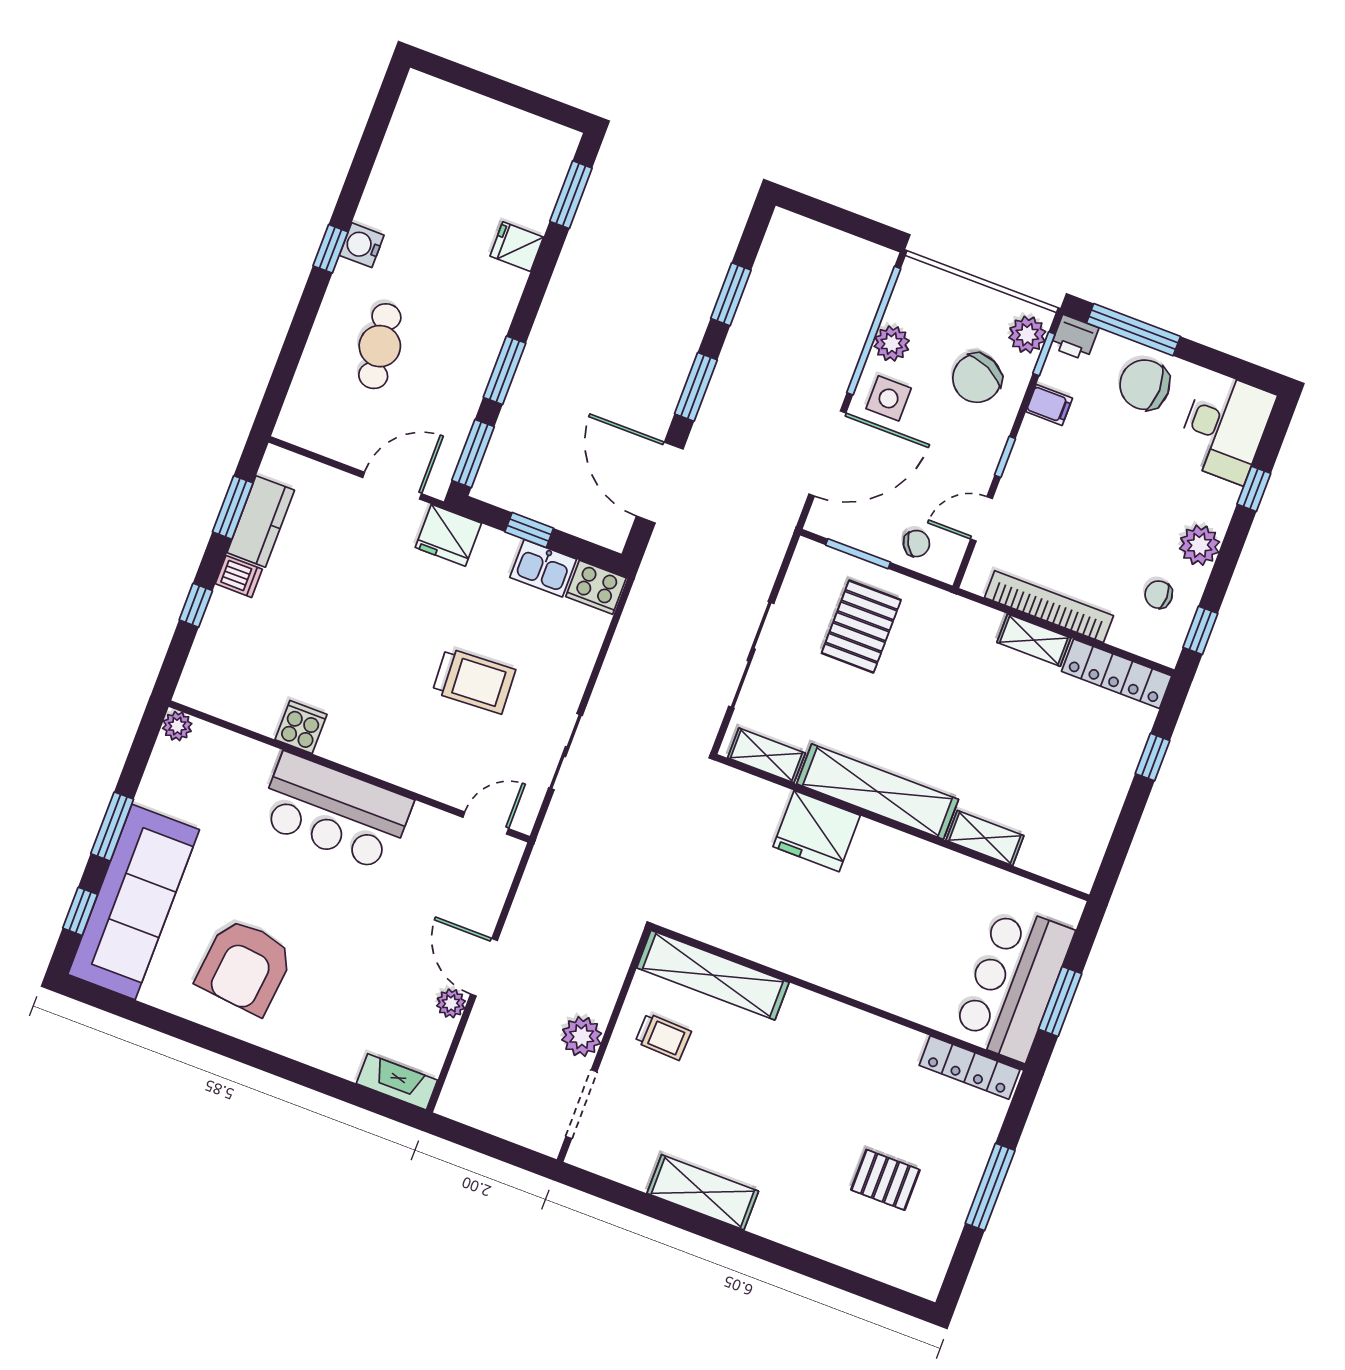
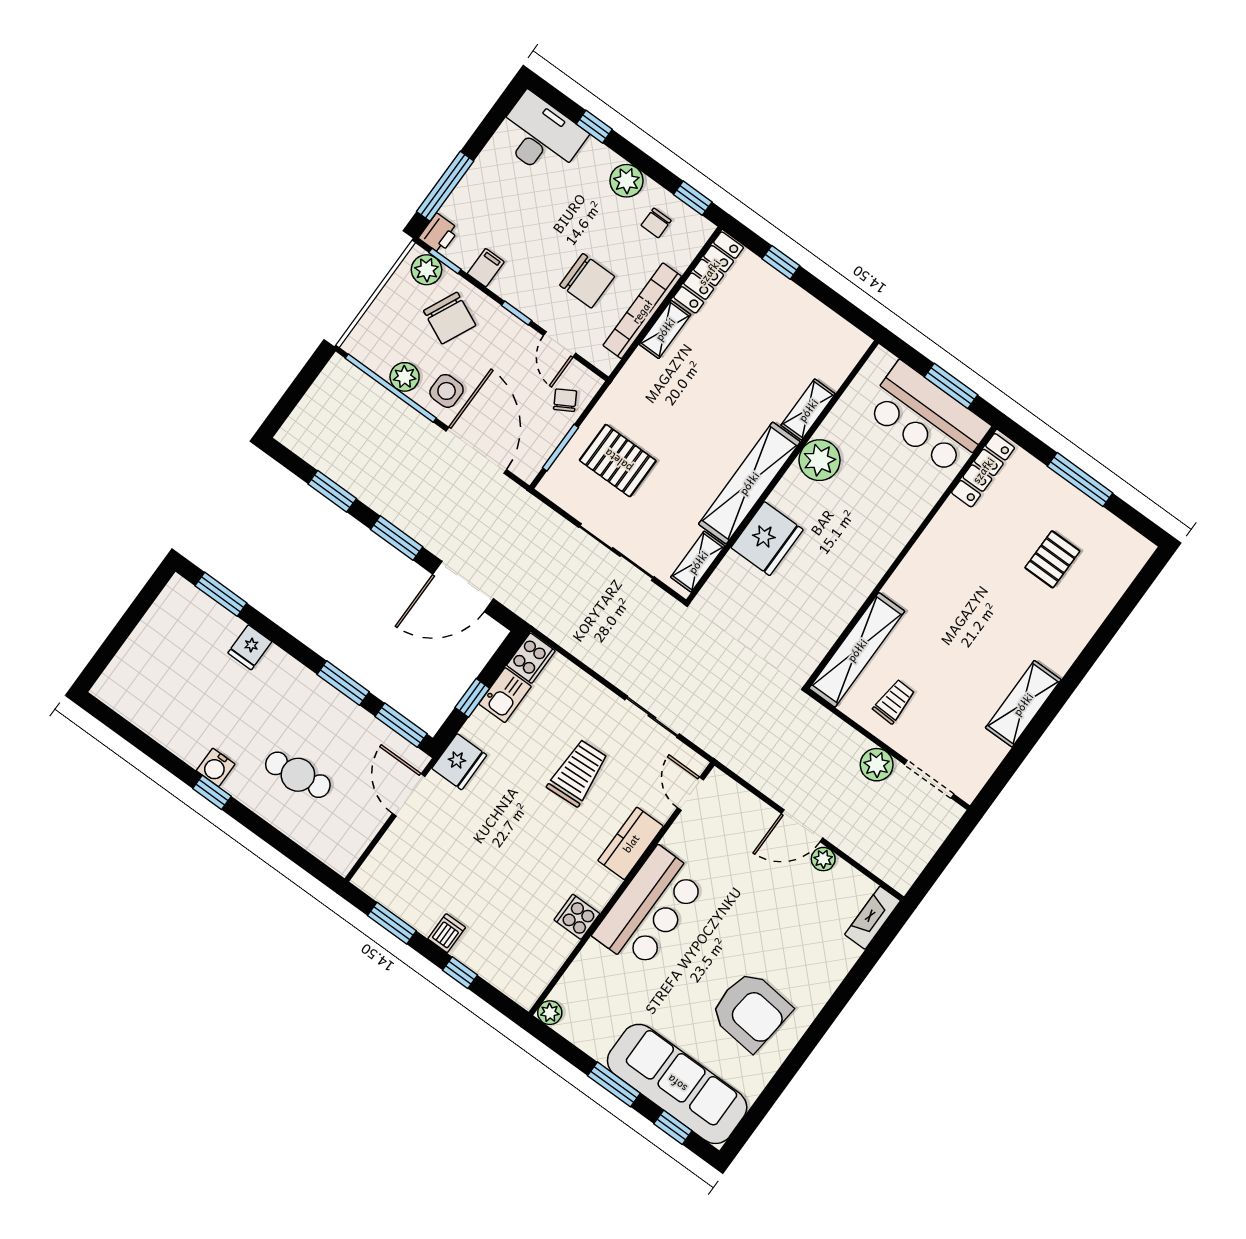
chair: (1145, 385) -> (587, 281), moved, turned -90
kitchen counter: (261, 521) -> (631, 843), moved, turned -90
plant: (928, 868) -> (820, 460), added

